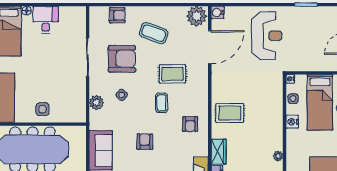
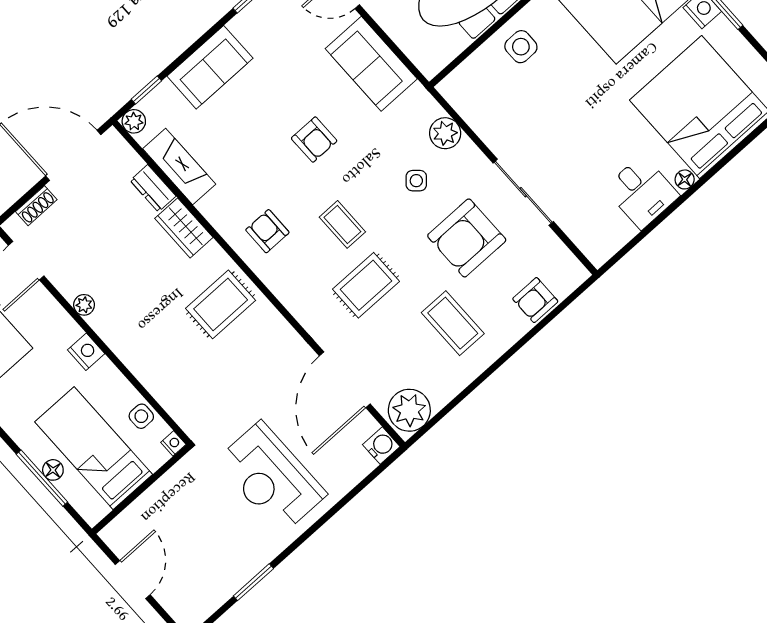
coffee table: (154, 33) -> (453, 323), turned 69
nightstand: (292, 122) -> (86, 352), moved

